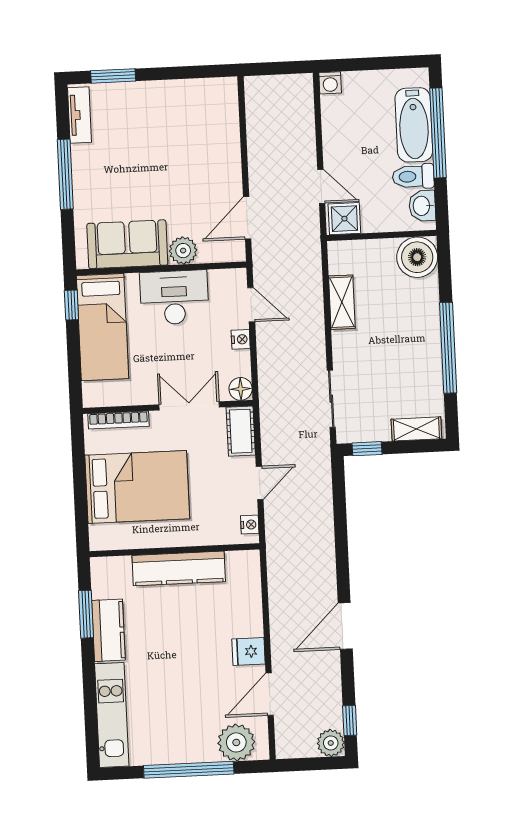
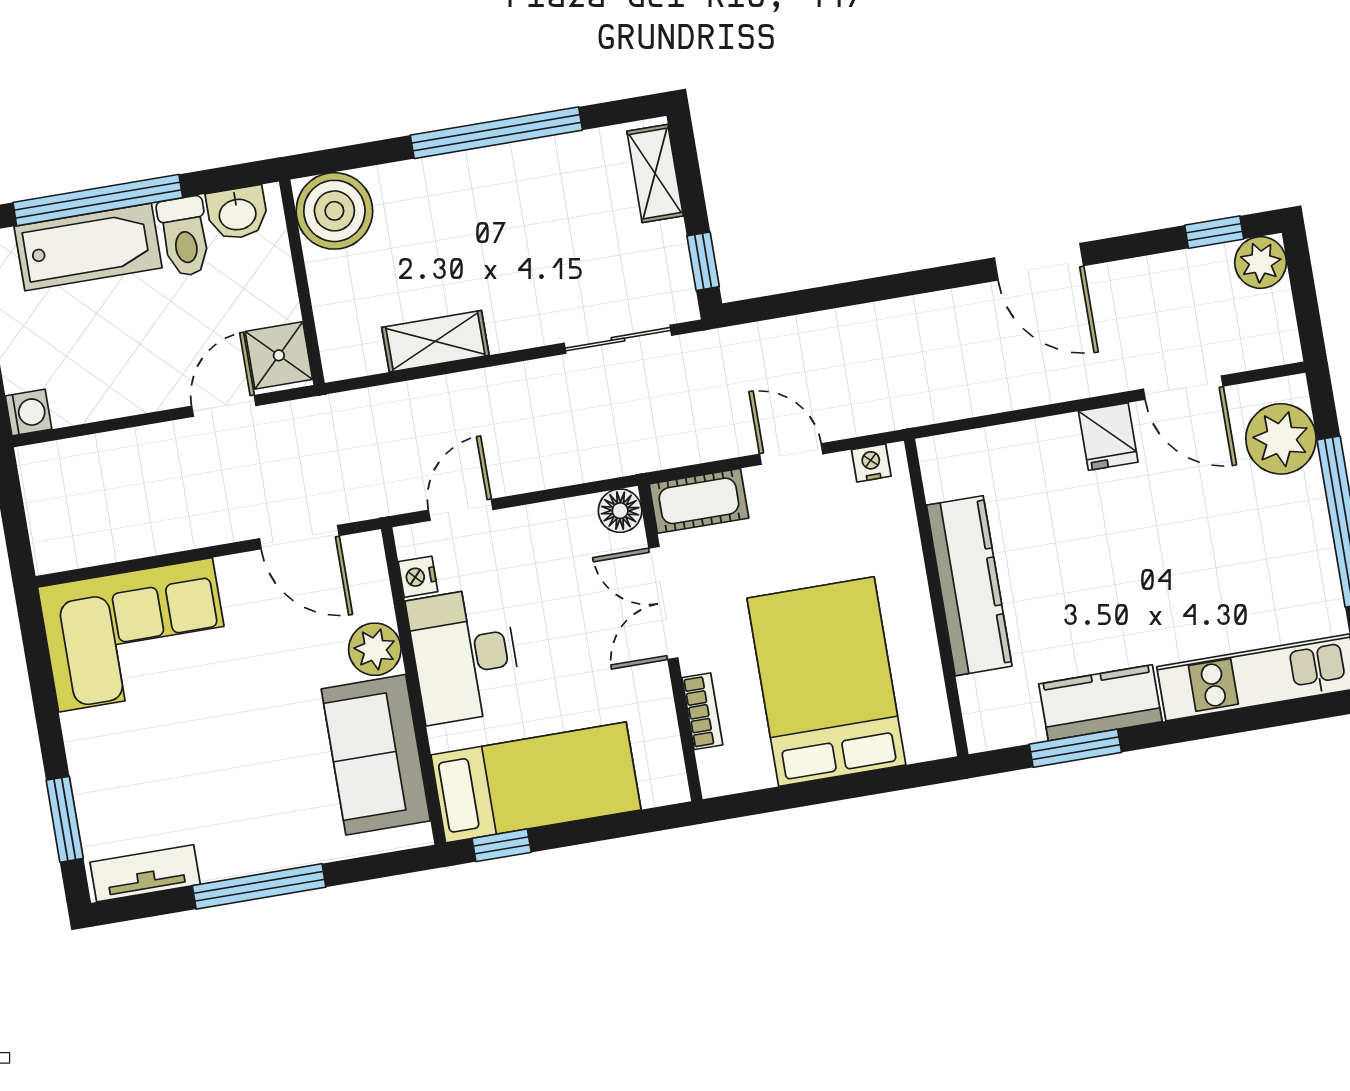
corner sofa: (206, 125) -> (136, 635), added
nightstand: (241, 339) -> (418, 577), moved, turned -90
bookcase: (119, 420) -> (702, 711), width x0.64

